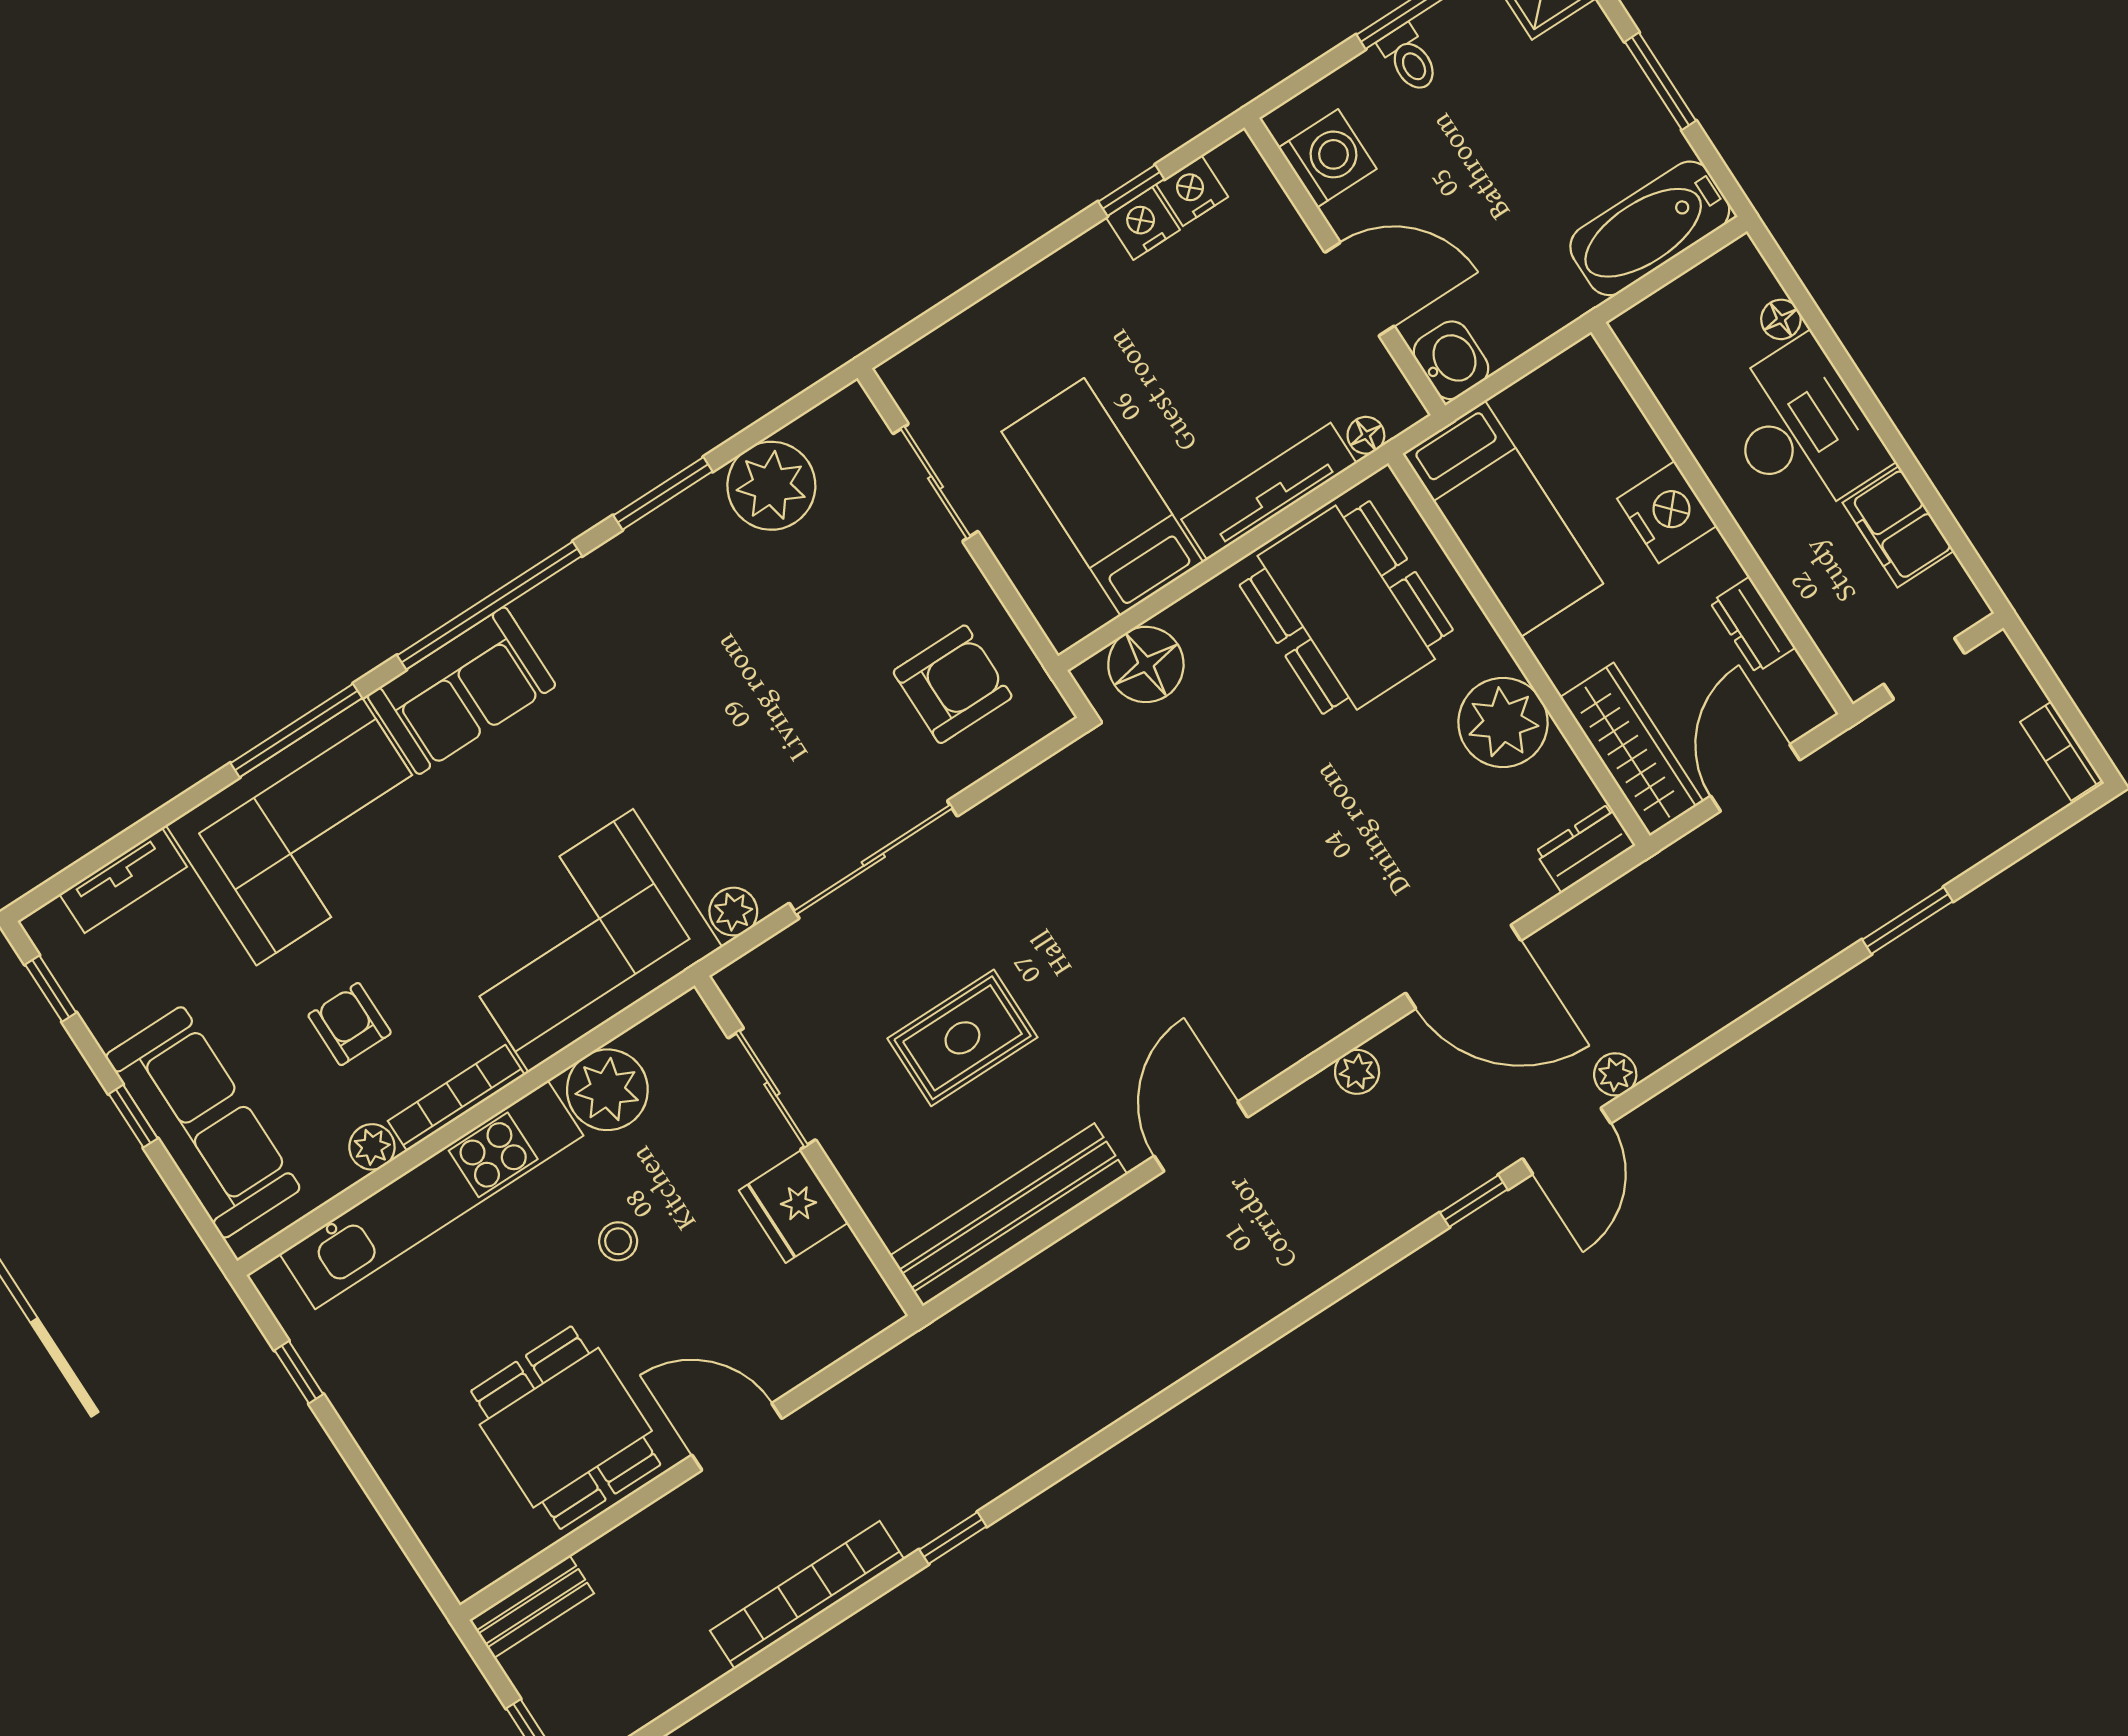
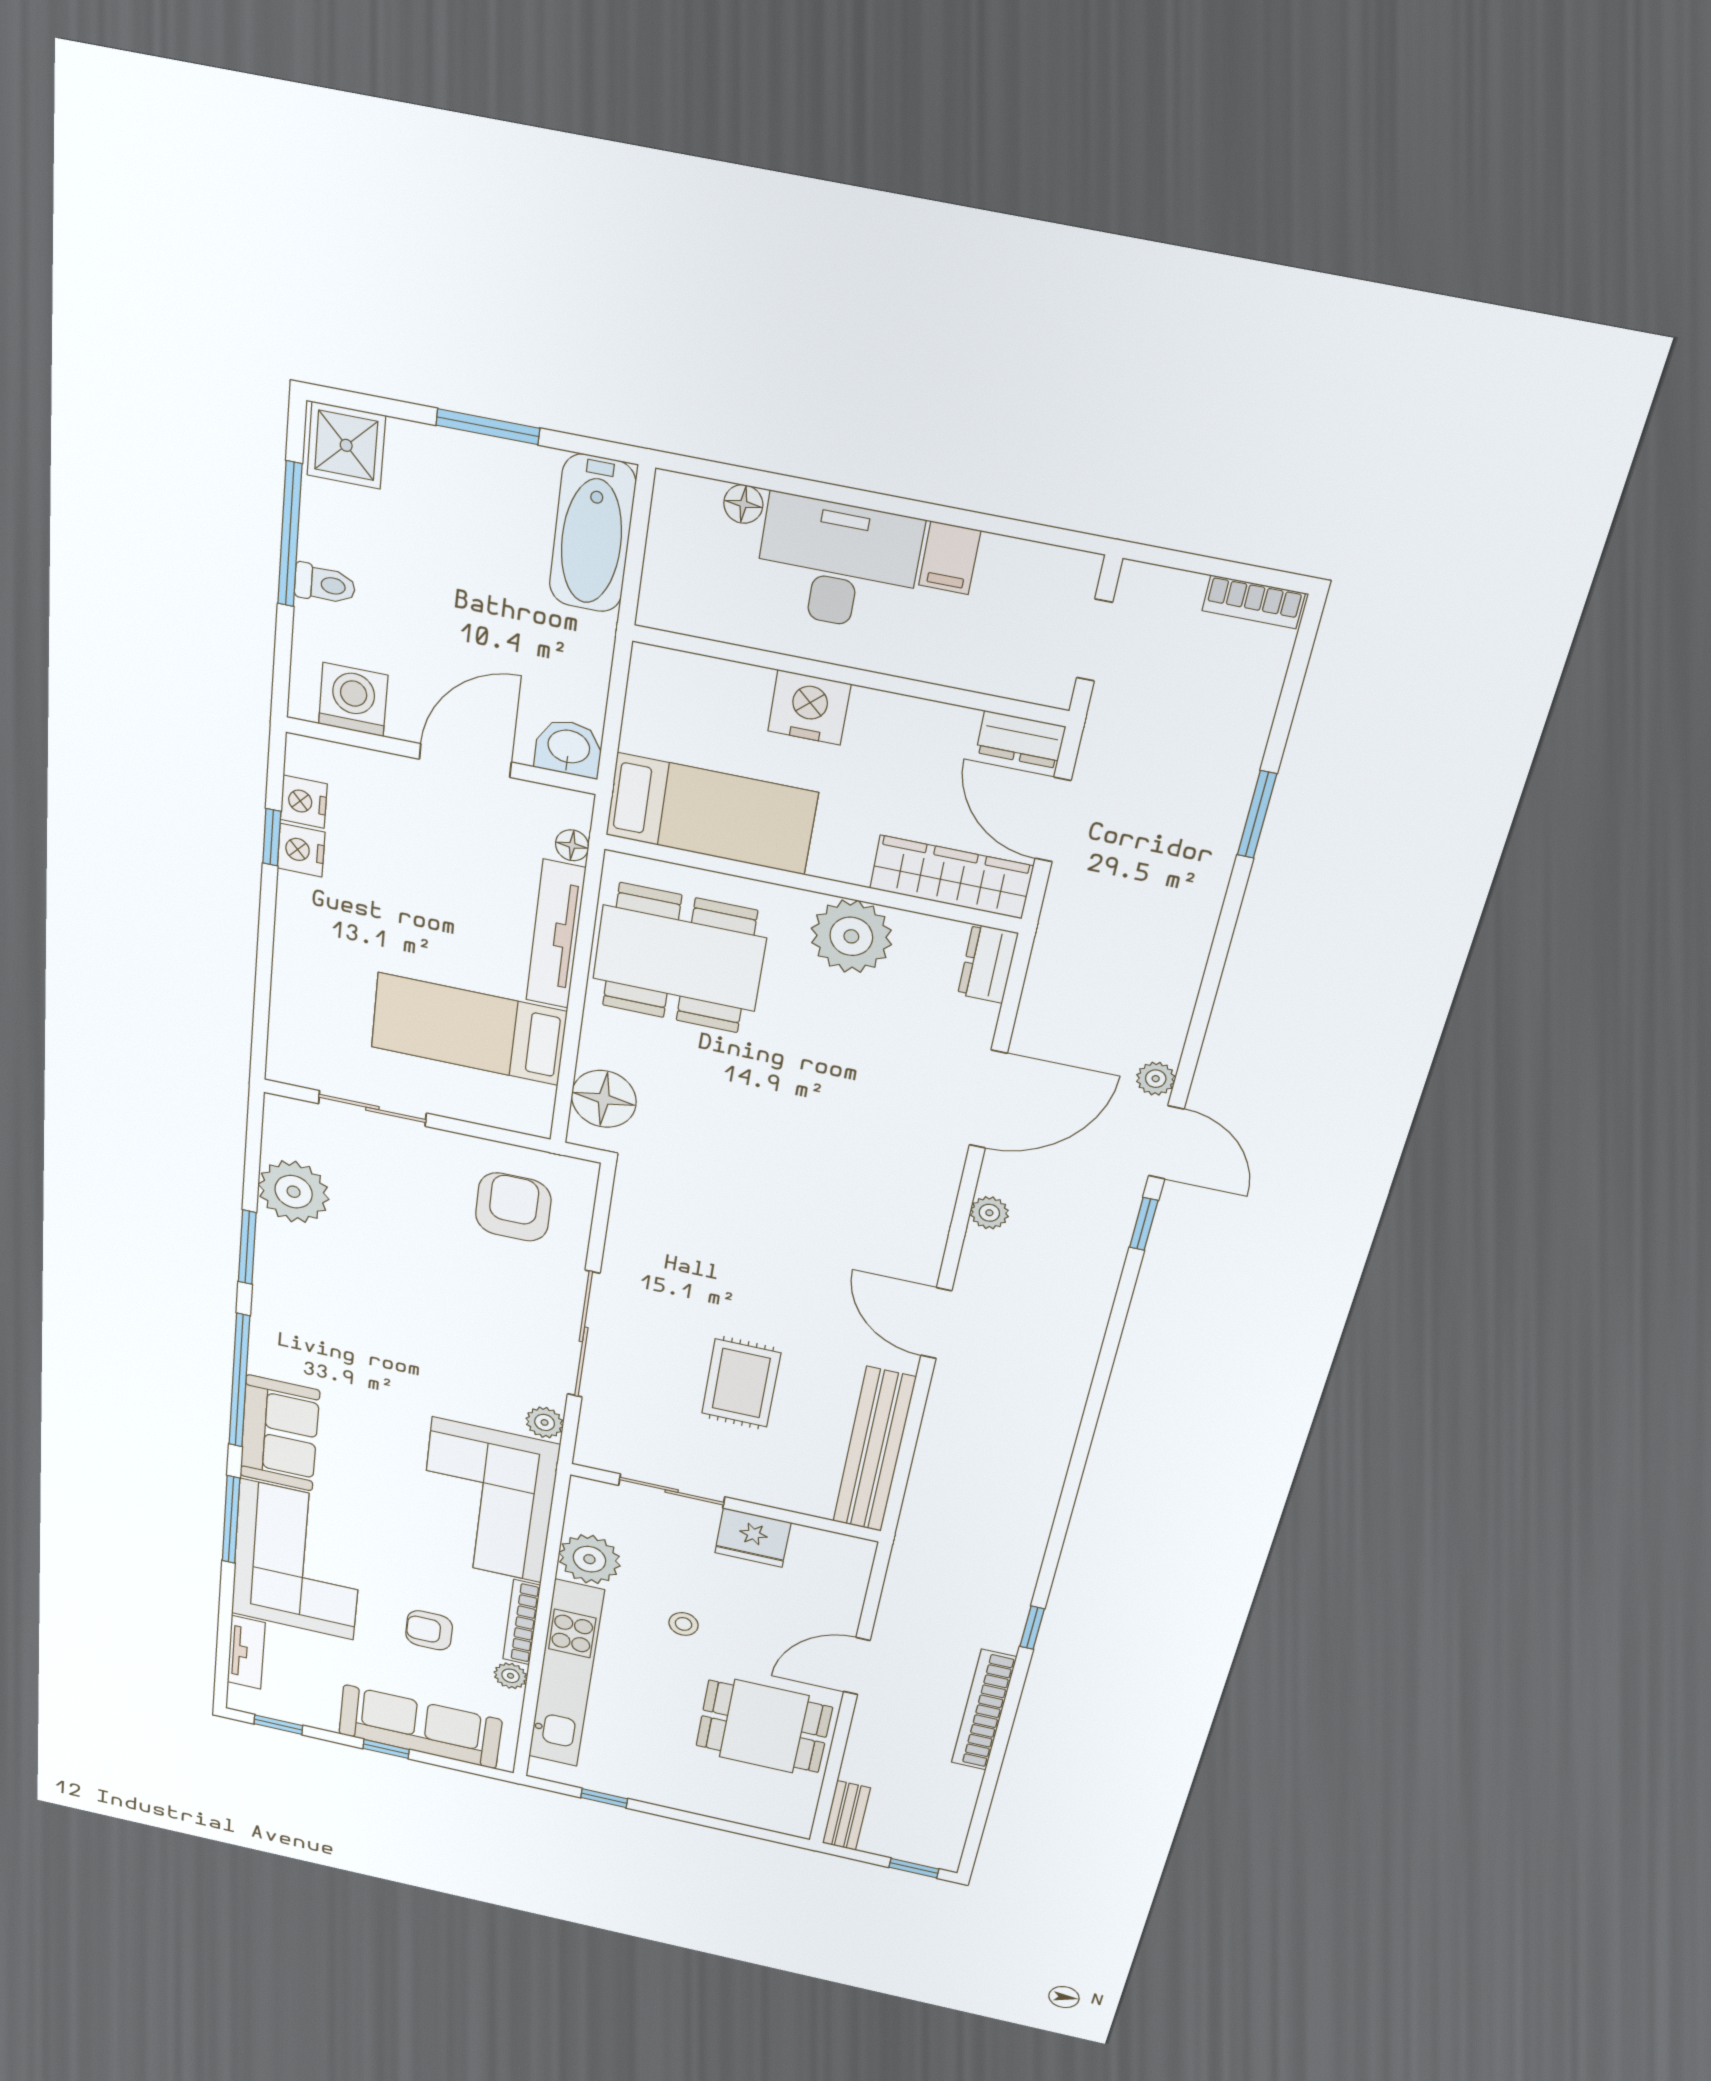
filing cabinet: (1898, 527) -> (950, 558), width x0.50
dresser: (1753, 625) -> (1021, 739), moved

